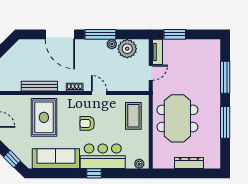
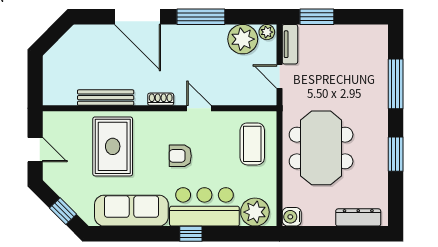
plant: (112, 44) -> (267, 32), moved
door: (151, 73) -> (279, 77), swing flipped
window: (225, 122) -> (396, 154), width x0.69
water cooler: (159, 163) -> (292, 217), added
dresser: (189, 163) -> (358, 217), moved
plant: (139, 164) -> (255, 212), width x1.87, depth x1.87

